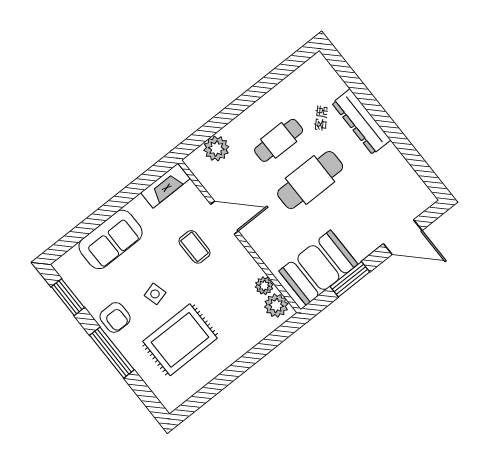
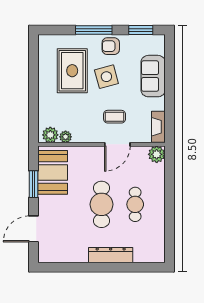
plant: (216, 148) -> (157, 154), moved
side table: (155, 294) -> (106, 77), width x1.87, depth x1.87

